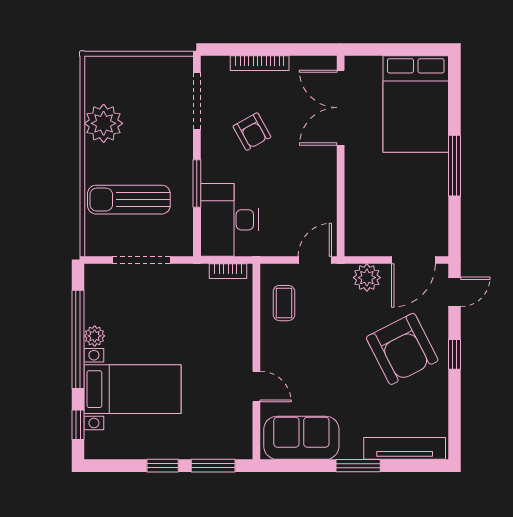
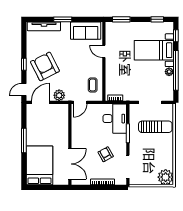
plant: (104, 123) -> (166, 177), moved
window: (163, 466) -> (157, 19), moved

